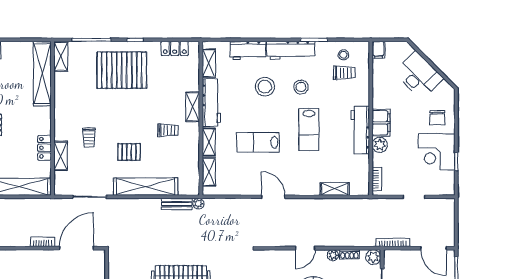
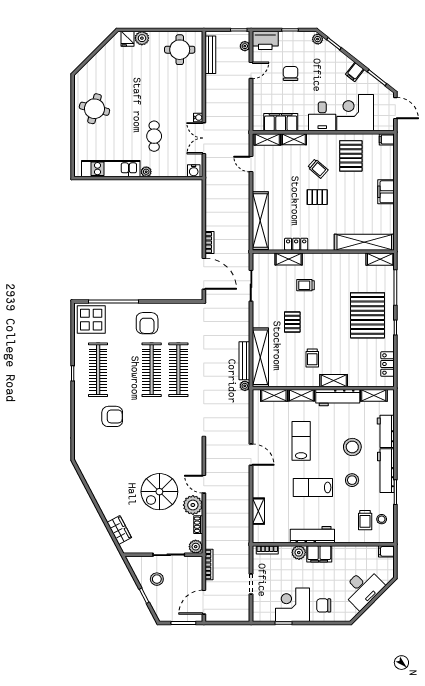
shelving: (146, 187) -> (260, 357), moved
door: (273, 197) -> (251, 455), hinge flipped
bench: (177, 204) -> (244, 361), width x1.36
plant: (333, 255) -> (193, 505), width x1.88, depth x1.88

